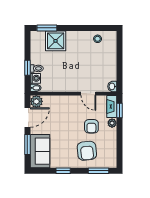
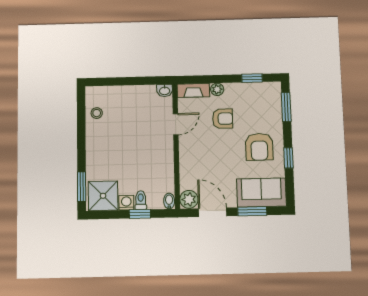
shower: (56, 41) -> (103, 196), moved
washing machine: (35, 78) -> (126, 203), moved
window: (119, 110) -> (252, 78), moved
armchair: (87, 151) -> (259, 147), moved, turned 96

